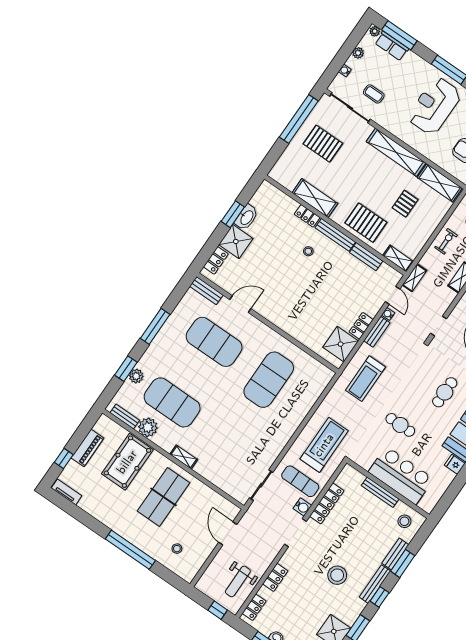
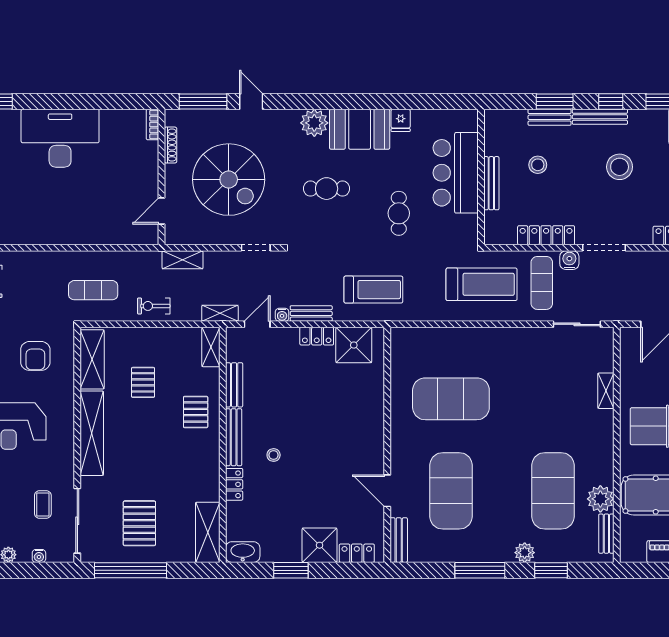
shelving: (315, 198) -> (208, 532), moved
pallet: (405, 204) -> (143, 382), turned 90
washbasin: (247, 217) -> (243, 552), moved
pallet: (366, 223) -> (196, 412), width x0.67, depth x0.71
plant: (136, 376) -> (525, 553), moved
treadmill: (324, 445) -> (482, 284), turned 180
shelving: (184, 457) -> (606, 391), moved
stool: (404, 521) -> (538, 165), moved

